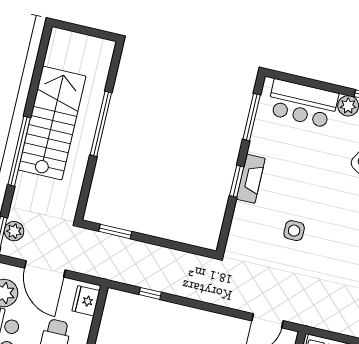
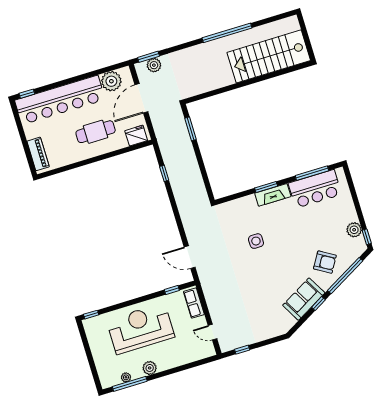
bar counter: (303, 104) -> (315, 189), moved, turned -90
stairs: (52, 123) -> (269, 56), moved, turned 180
window: (101, 124) -> (253, 81), removed
window: (19, 151) -> (227, 33), moved

